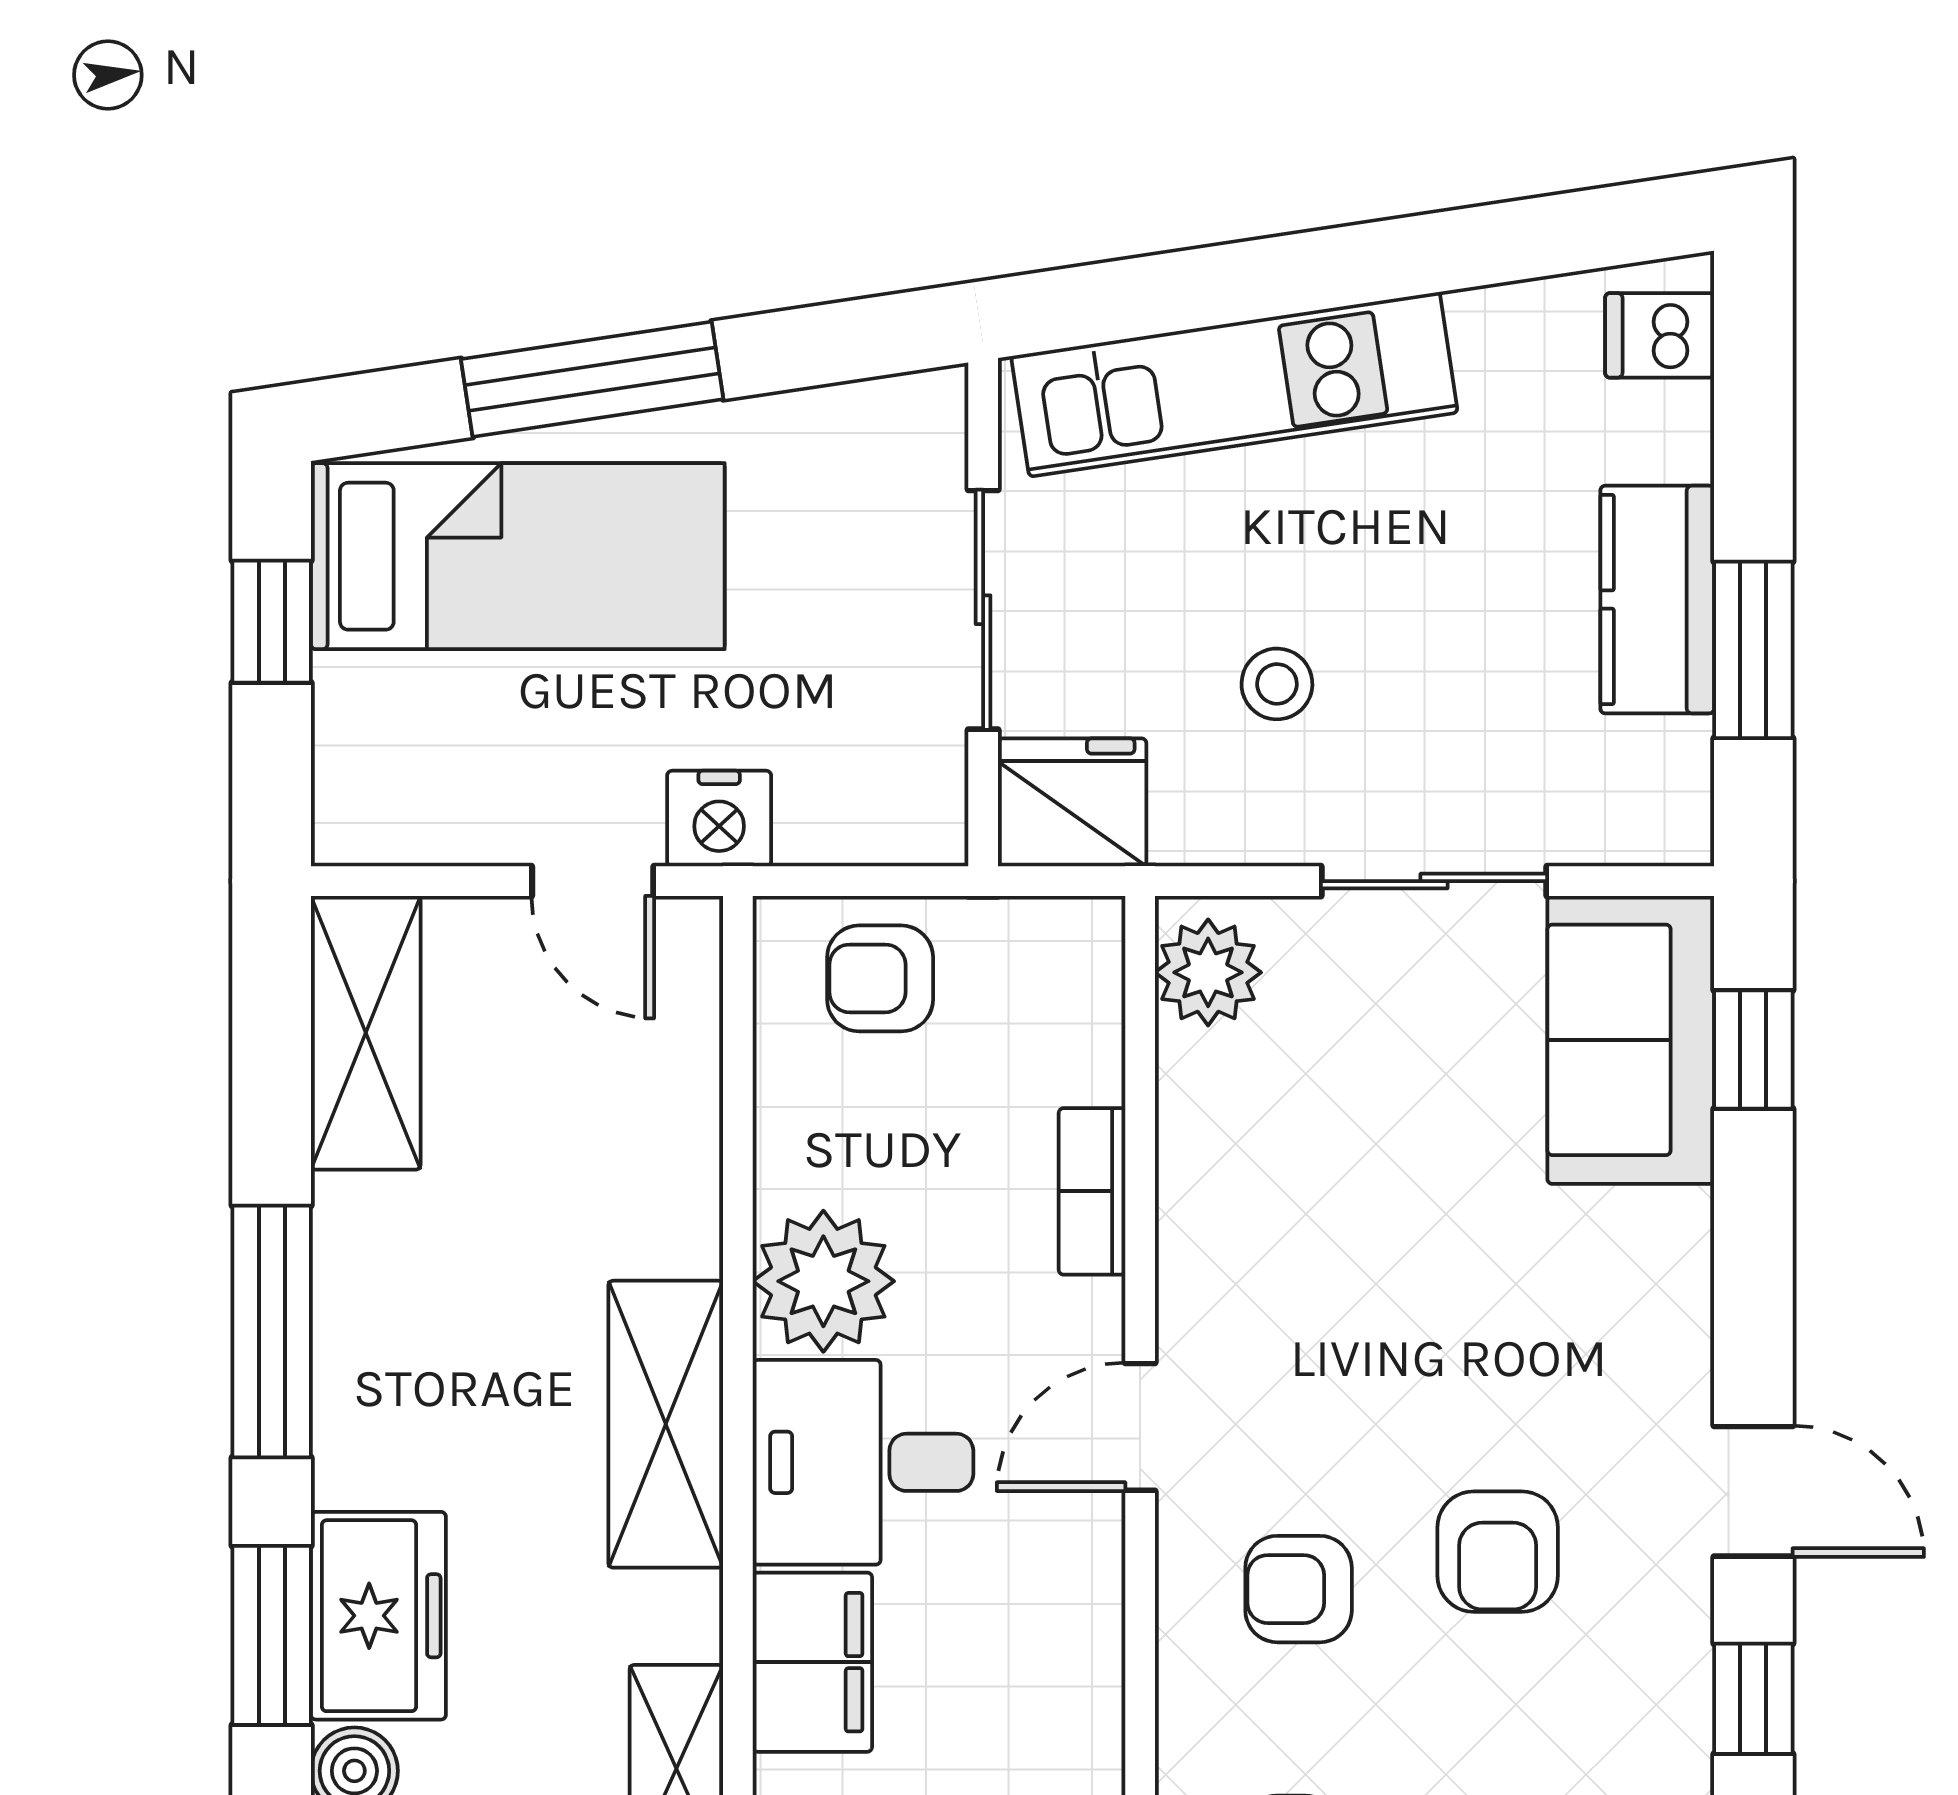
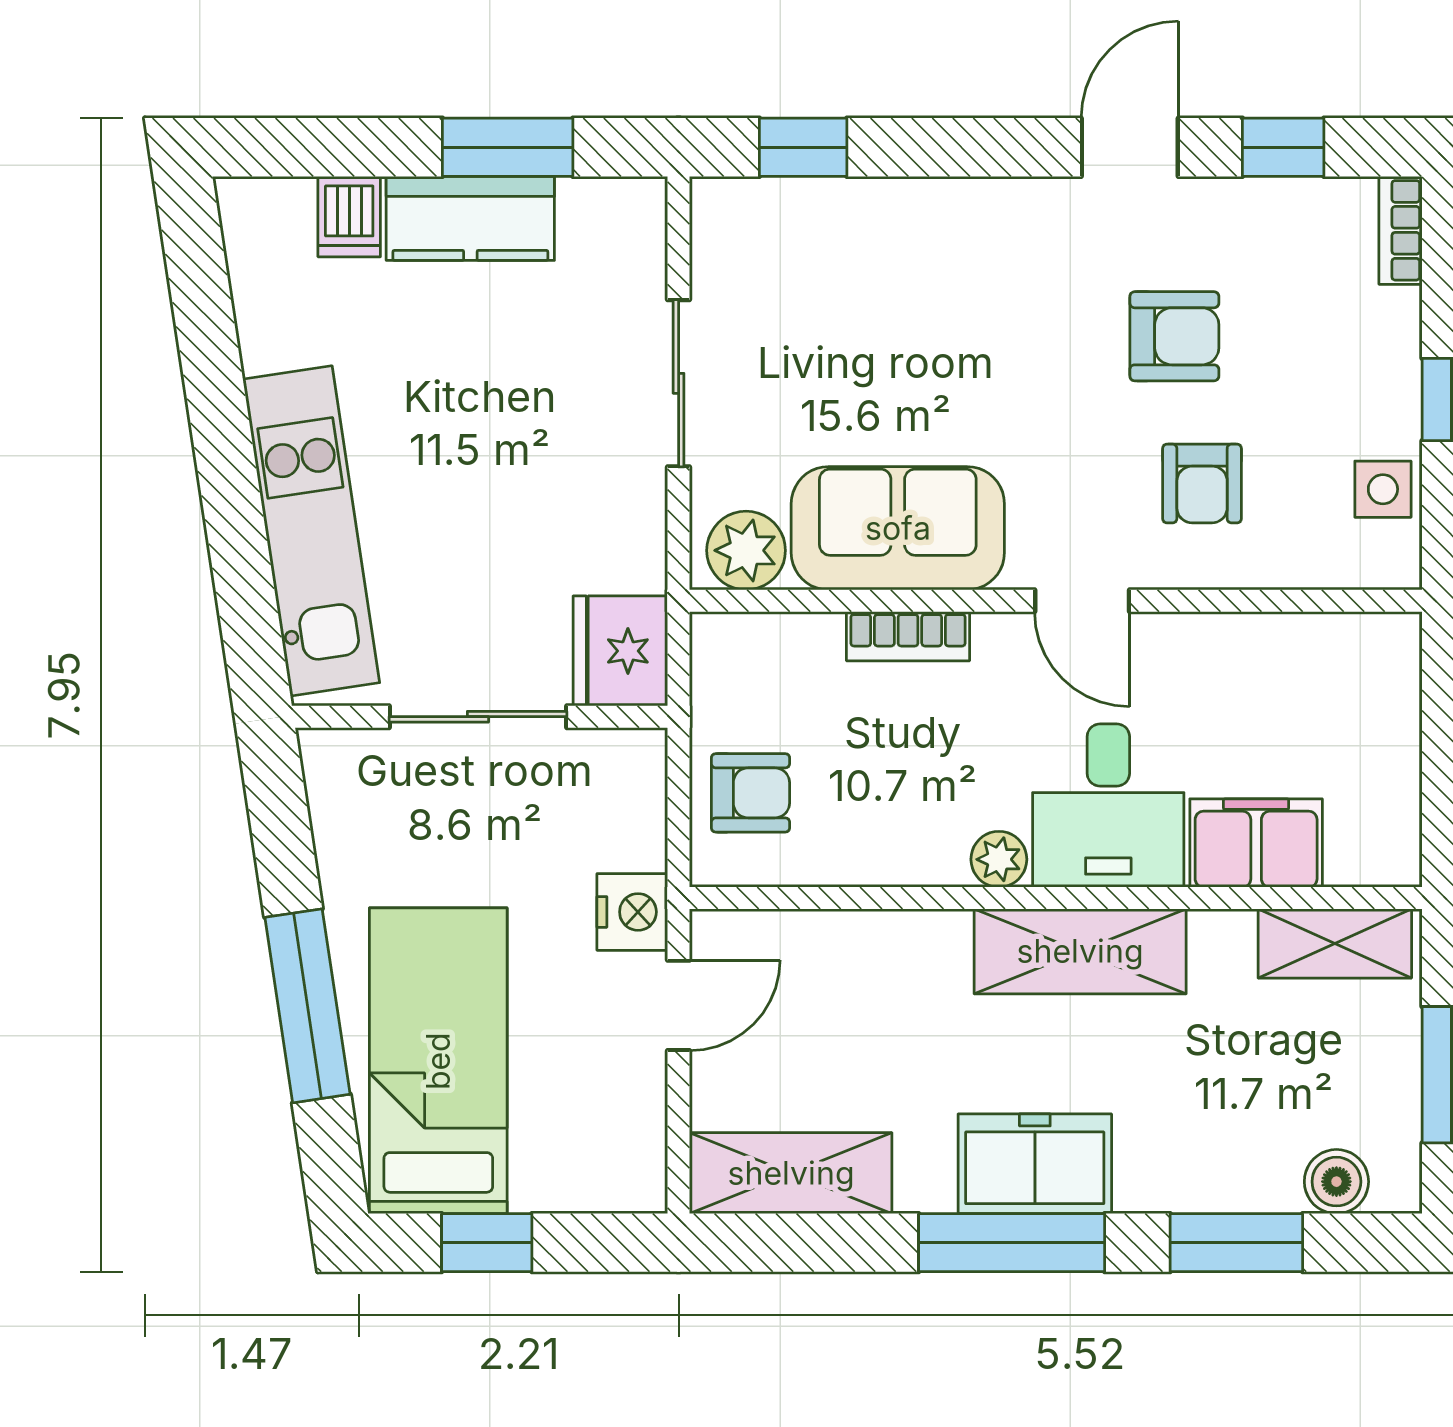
dishwasher: (1660, 335) -> (349, 217), moved
stool: (1277, 684) -> (533, 499), removed
armchair: (880, 978) -> (750, 793), turned -90
sofa: (1631, 1040) -> (898, 528), moved, turned 180
plant: (823, 1281) -> (999, 859), width x0.53, depth x0.53
freezer: (378, 1616) -> (1035, 1164), moved

